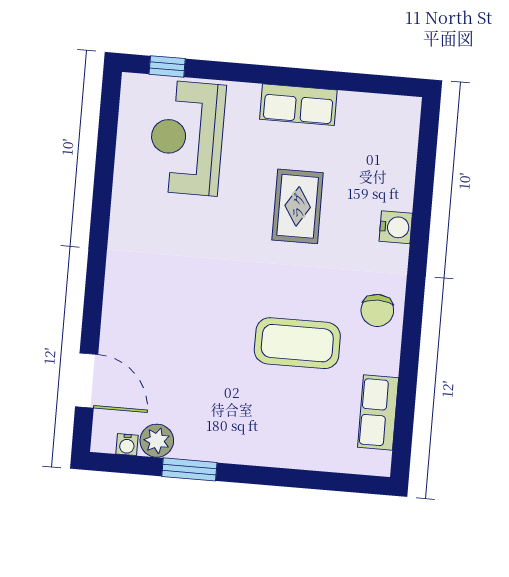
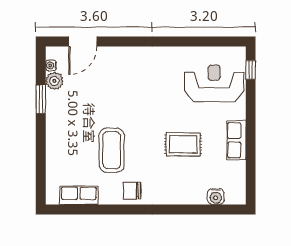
water cooler: (396, 227) -> (216, 197), moved

